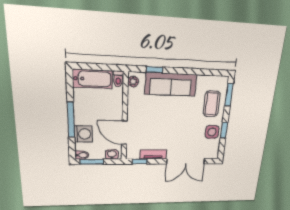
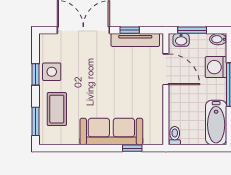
bathtub: (93, 79) -> (216, 122), moved, turned -90
plant: (133, 82) -> (157, 133), removed
tv unit: (153, 154) -> (135, 40), width x1.41
window: (140, 161) -> (130, 30), moved
window: (92, 162) -> (192, 30), moved

